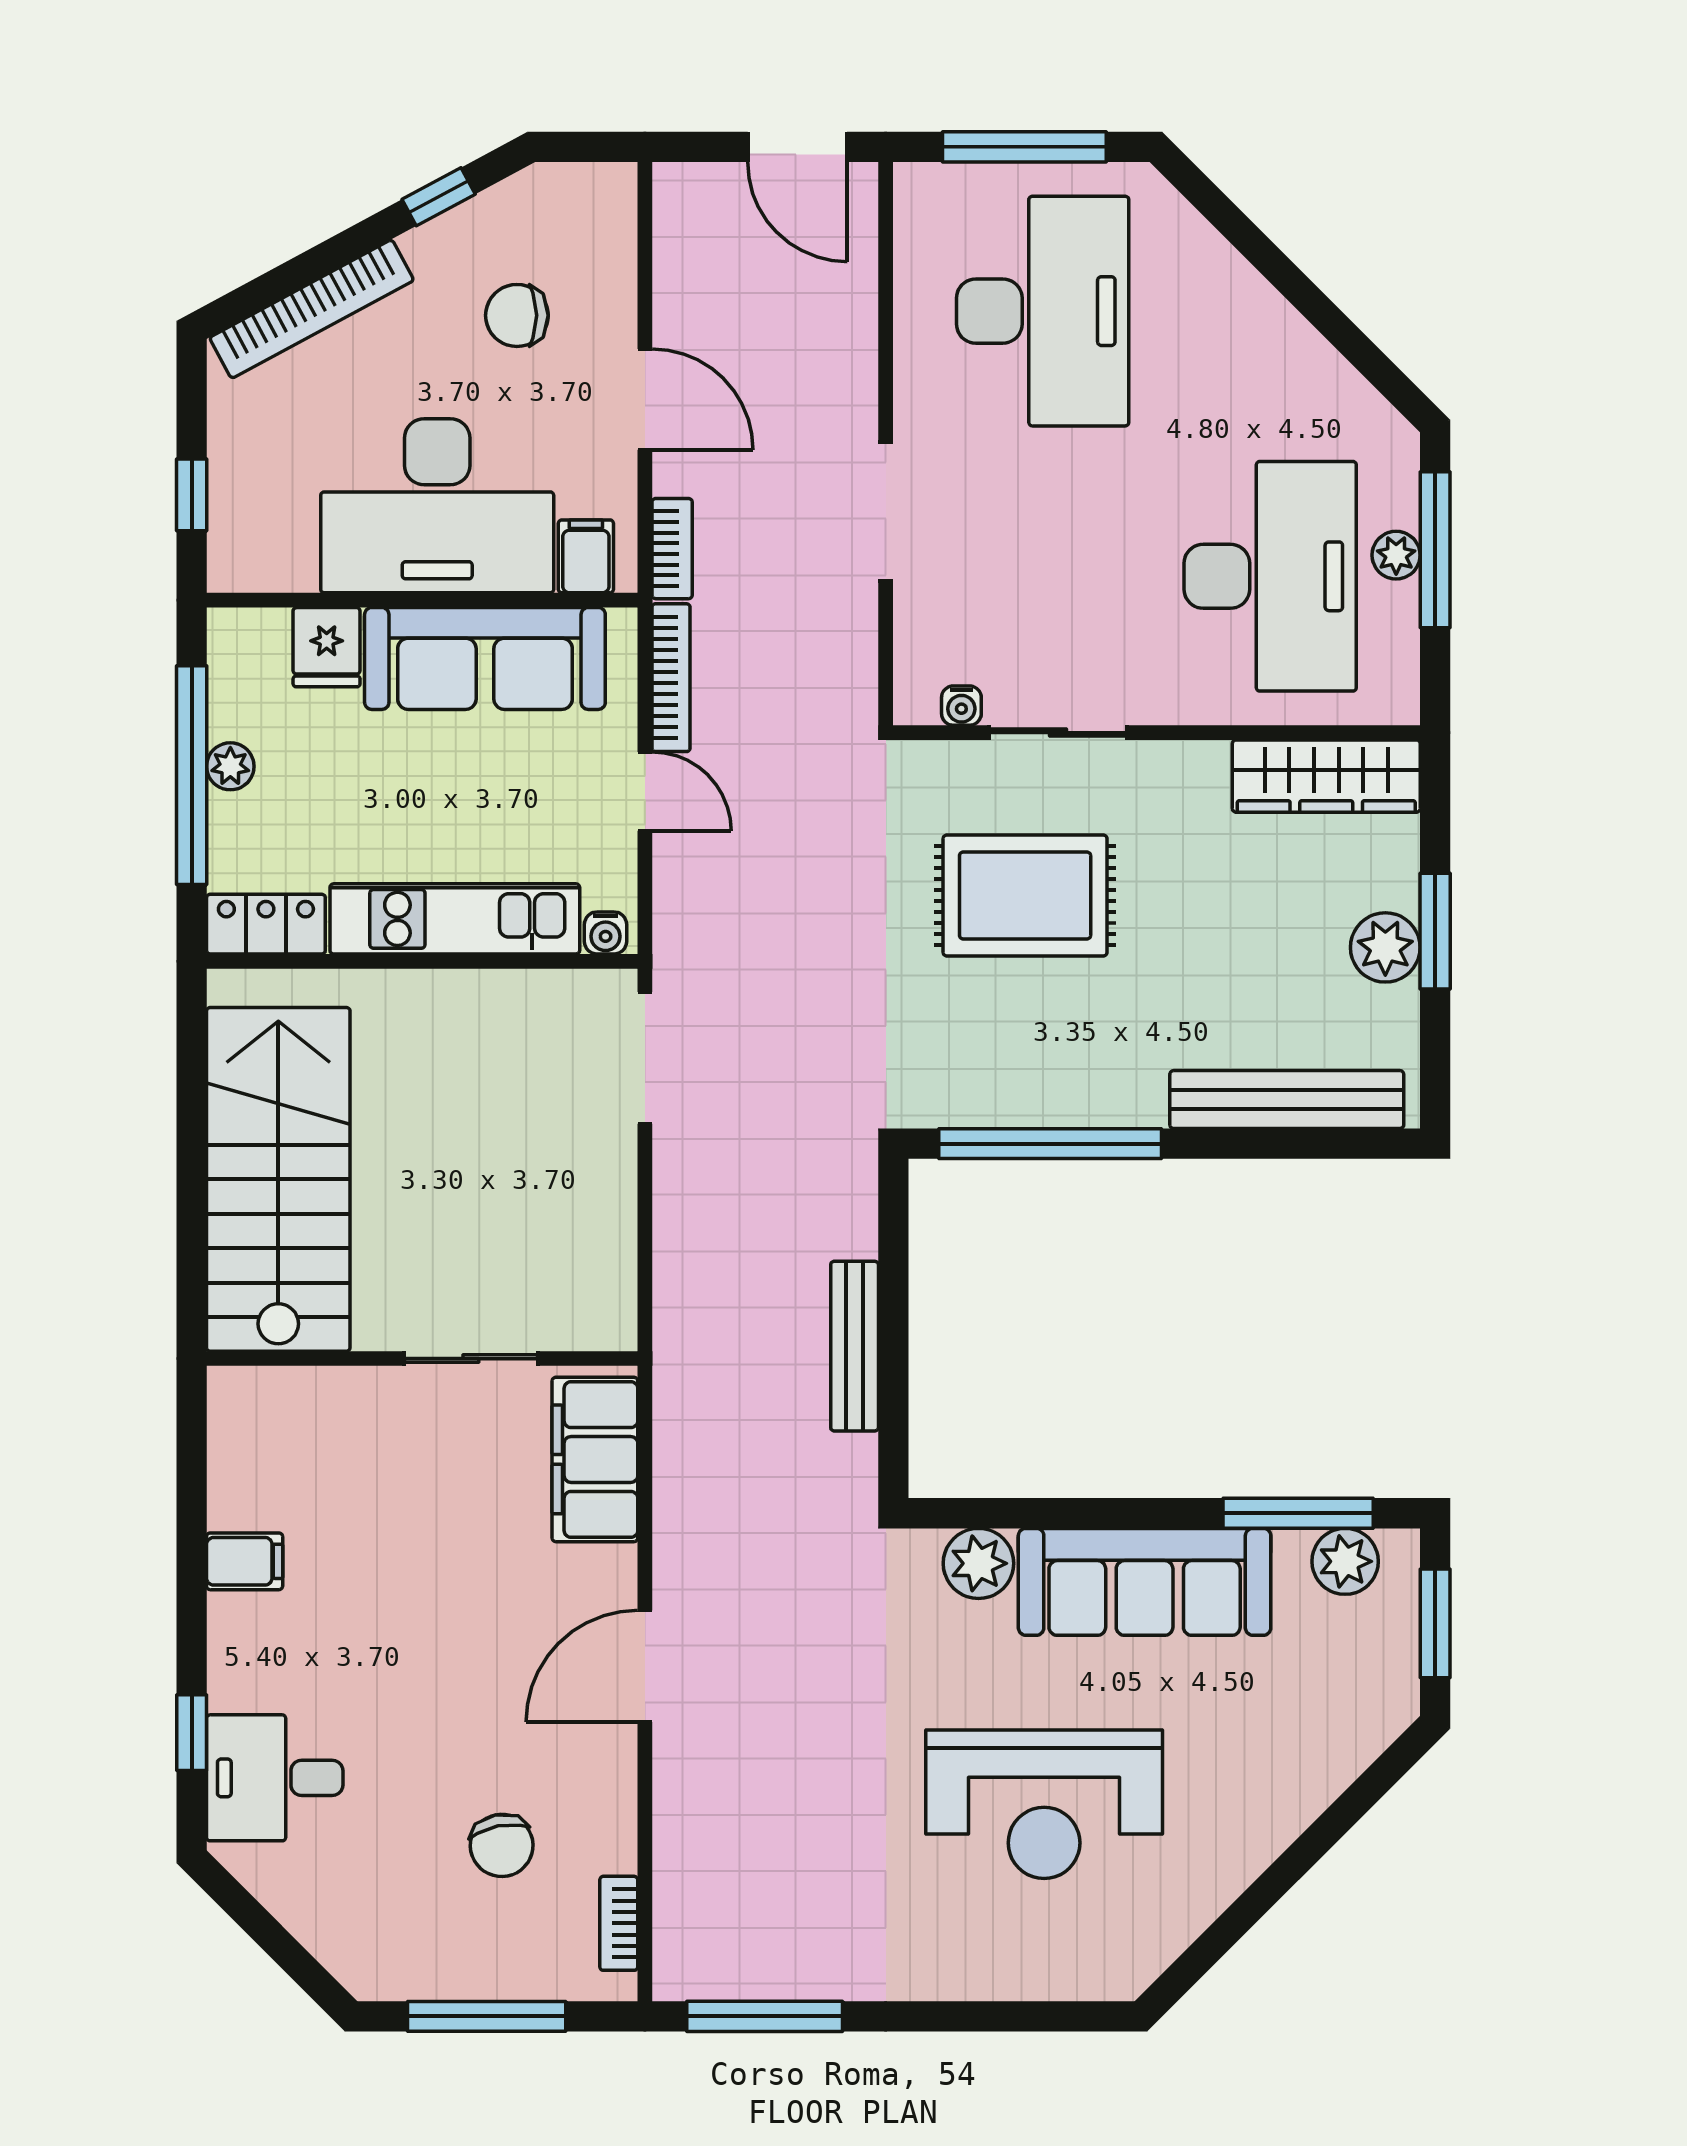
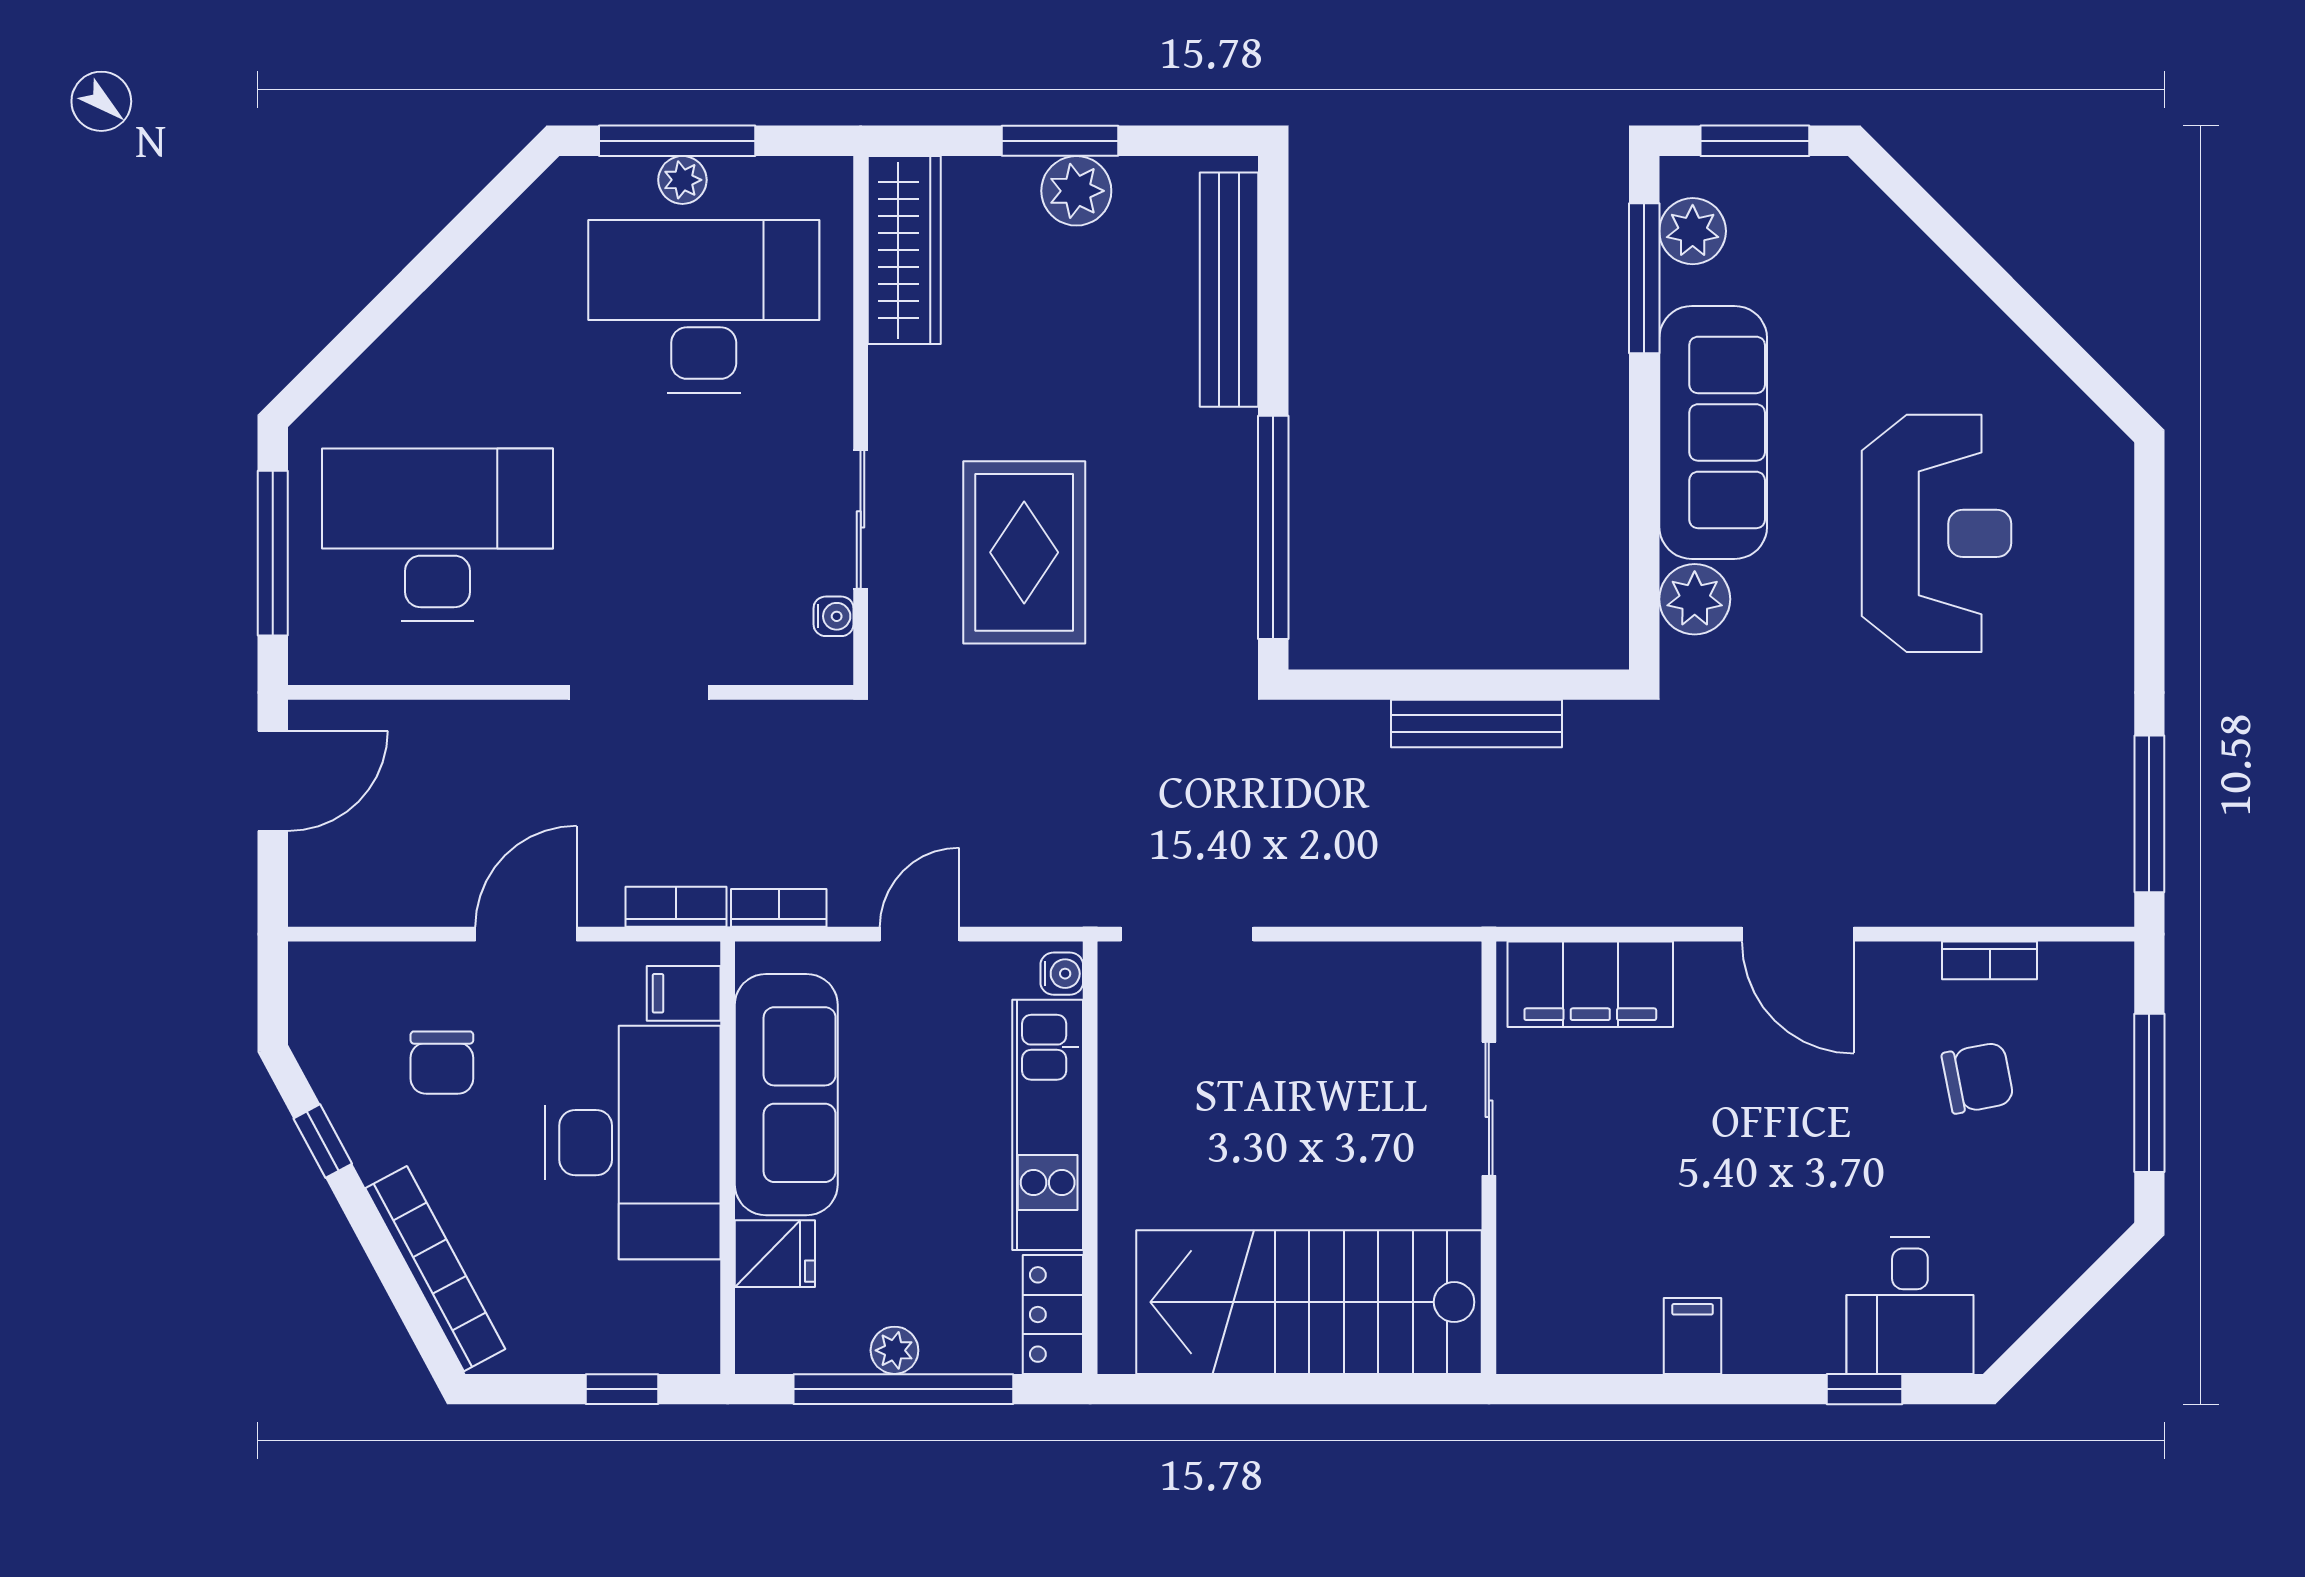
bookcase: (671, 678) -> (779, 908), width x0.64
bookcase: (619, 1923) -> (1990, 960), moved

